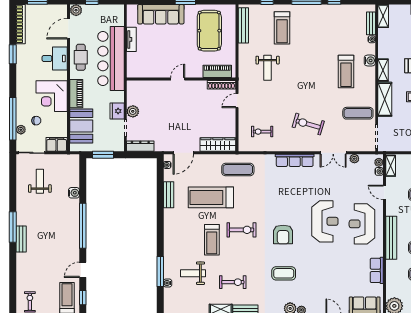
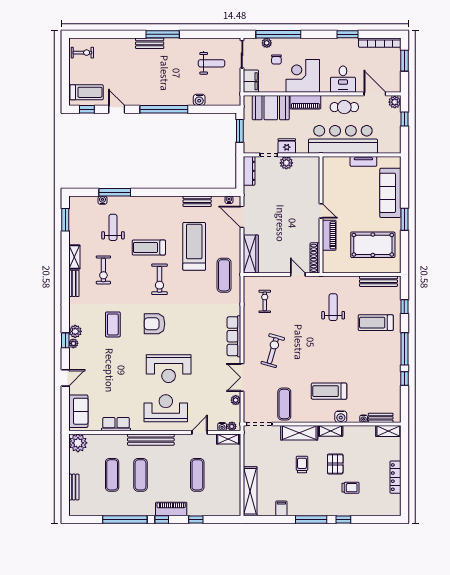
weight bench: (268, 68) -> (333, 307), turned 90
piano: (217, 71) -> (329, 235), moved

